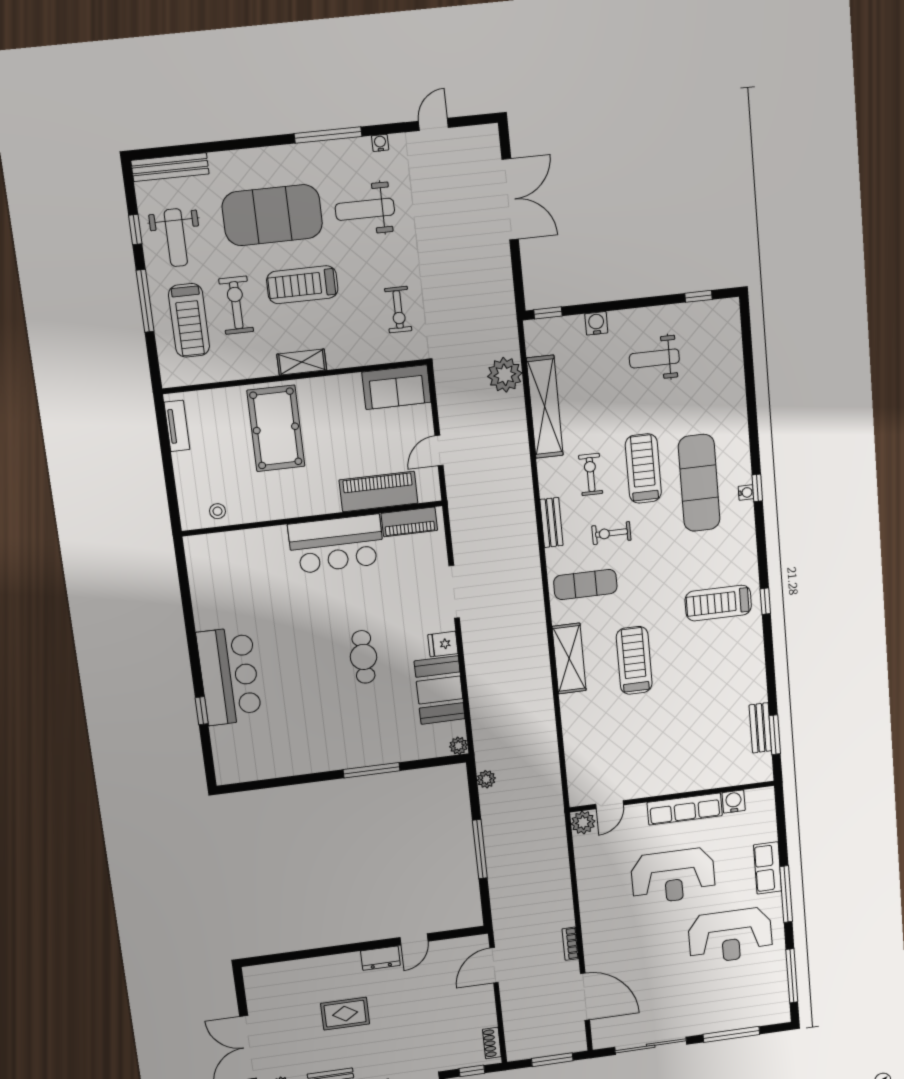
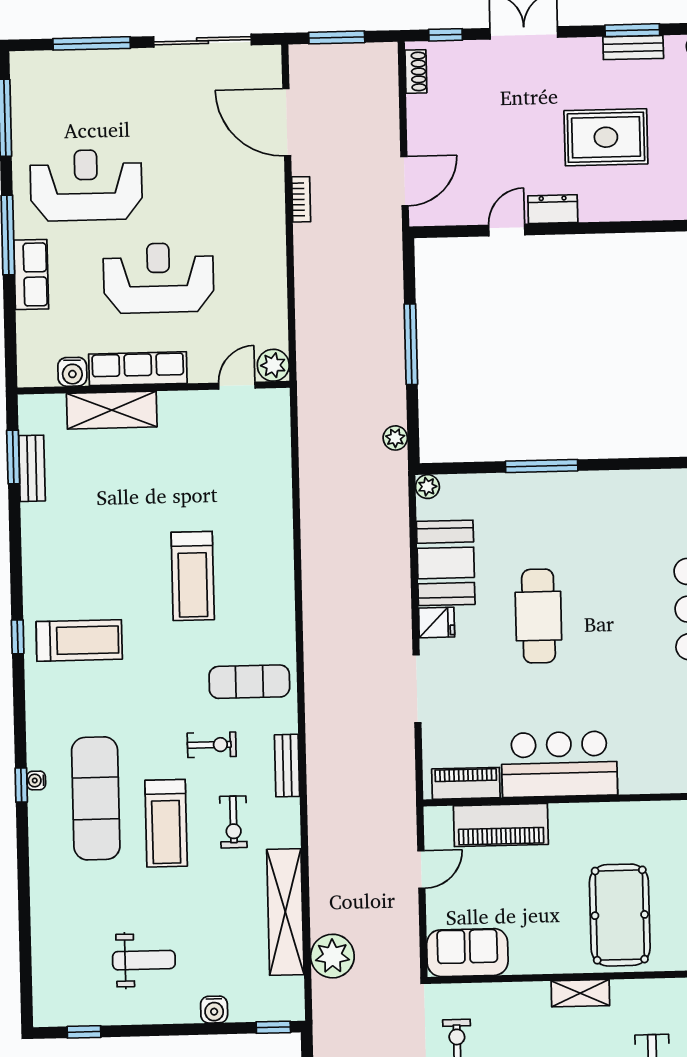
cafe table: (364, 657) -> (538, 616), width x1.37, depth x1.35
shelving: (569, 658) -> (112, 410), moved, turned 90
rug: (345, 1014) -> (606, 137), width x1.36, depth x1.43

